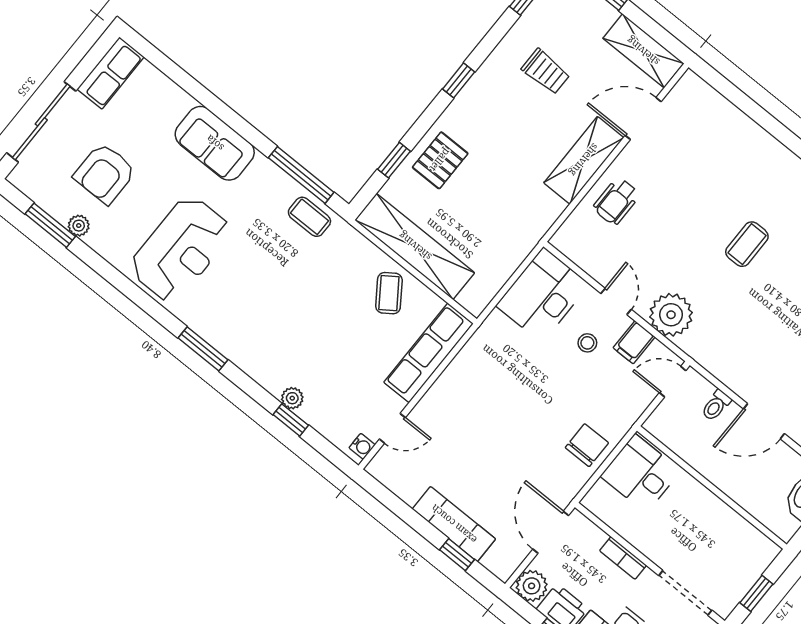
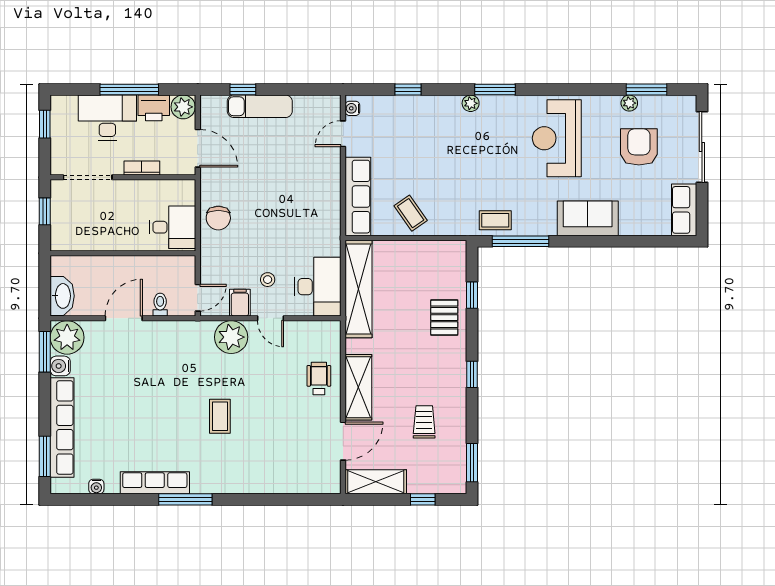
trolley: (546, 71) -> (424, 422), turned 90
shelving: (415, 246) -> (359, 289), moved, turned 90
plant: (292, 398) -> (471, 103), moved

